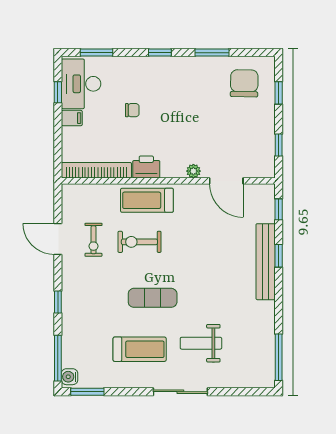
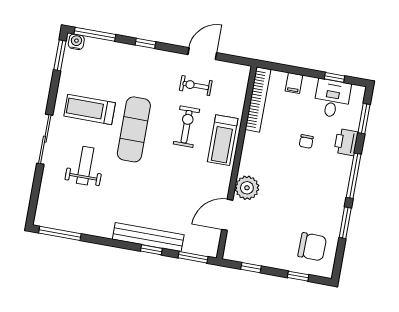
window: (160, 53) -> (354, 176), width x2.17
desk: (81, 84) -> (332, 99), width x0.73
filing cabinet: (72, 118) -> (294, 83), moved
printer: (146, 167) -> (346, 142), moved, turned 180
plant: (193, 171) -> (247, 188), width x1.87, depth x1.87
treadmill: (147, 200) -> (223, 140), turned 180
window: (279, 209) -> (193, 257), width x1.50
exercise mat: (153, 298) -> (134, 129), width x1.36, depth x1.45
treadmill: (140, 349) -> (90, 109), turned 90

